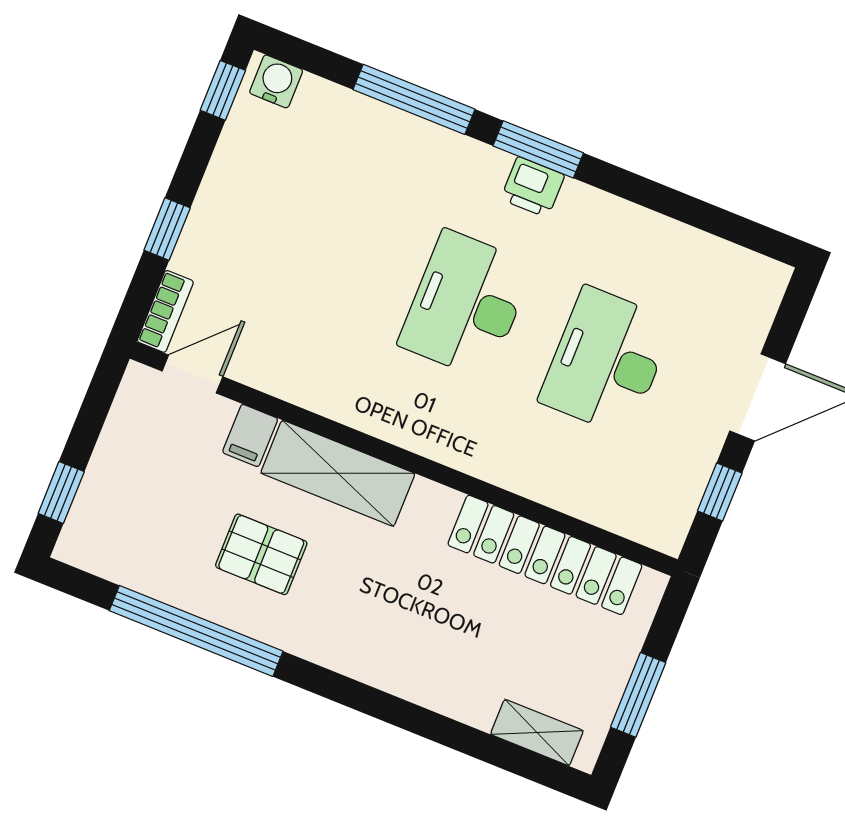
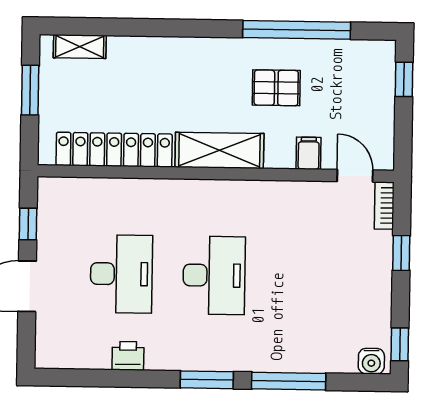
printer: (533, 187) -> (128, 356), moved
door: (192, 374) -> (355, 176), swing flipped
shelving: (338, 473) -> (219, 150), moved

